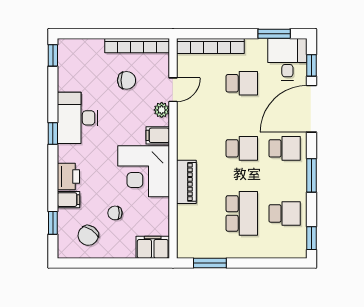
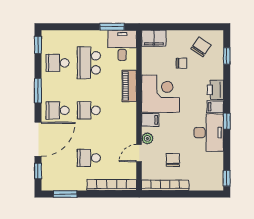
desk: (287, 59) -> (122, 45), moved, turned 180
chair: (127, 80) -> (173, 160), turned 90
filing cabinet: (69, 200) -> (215, 107), moved

